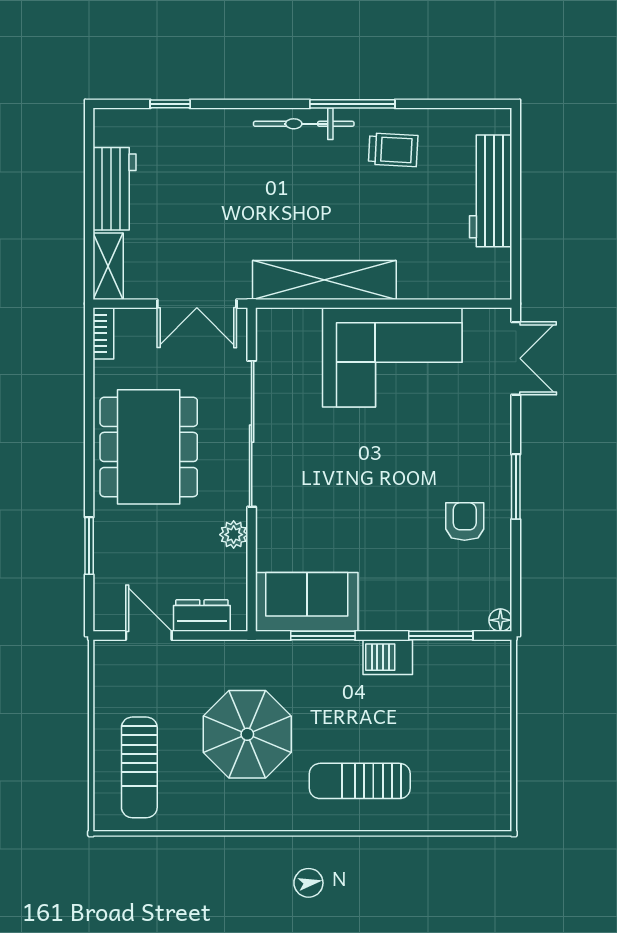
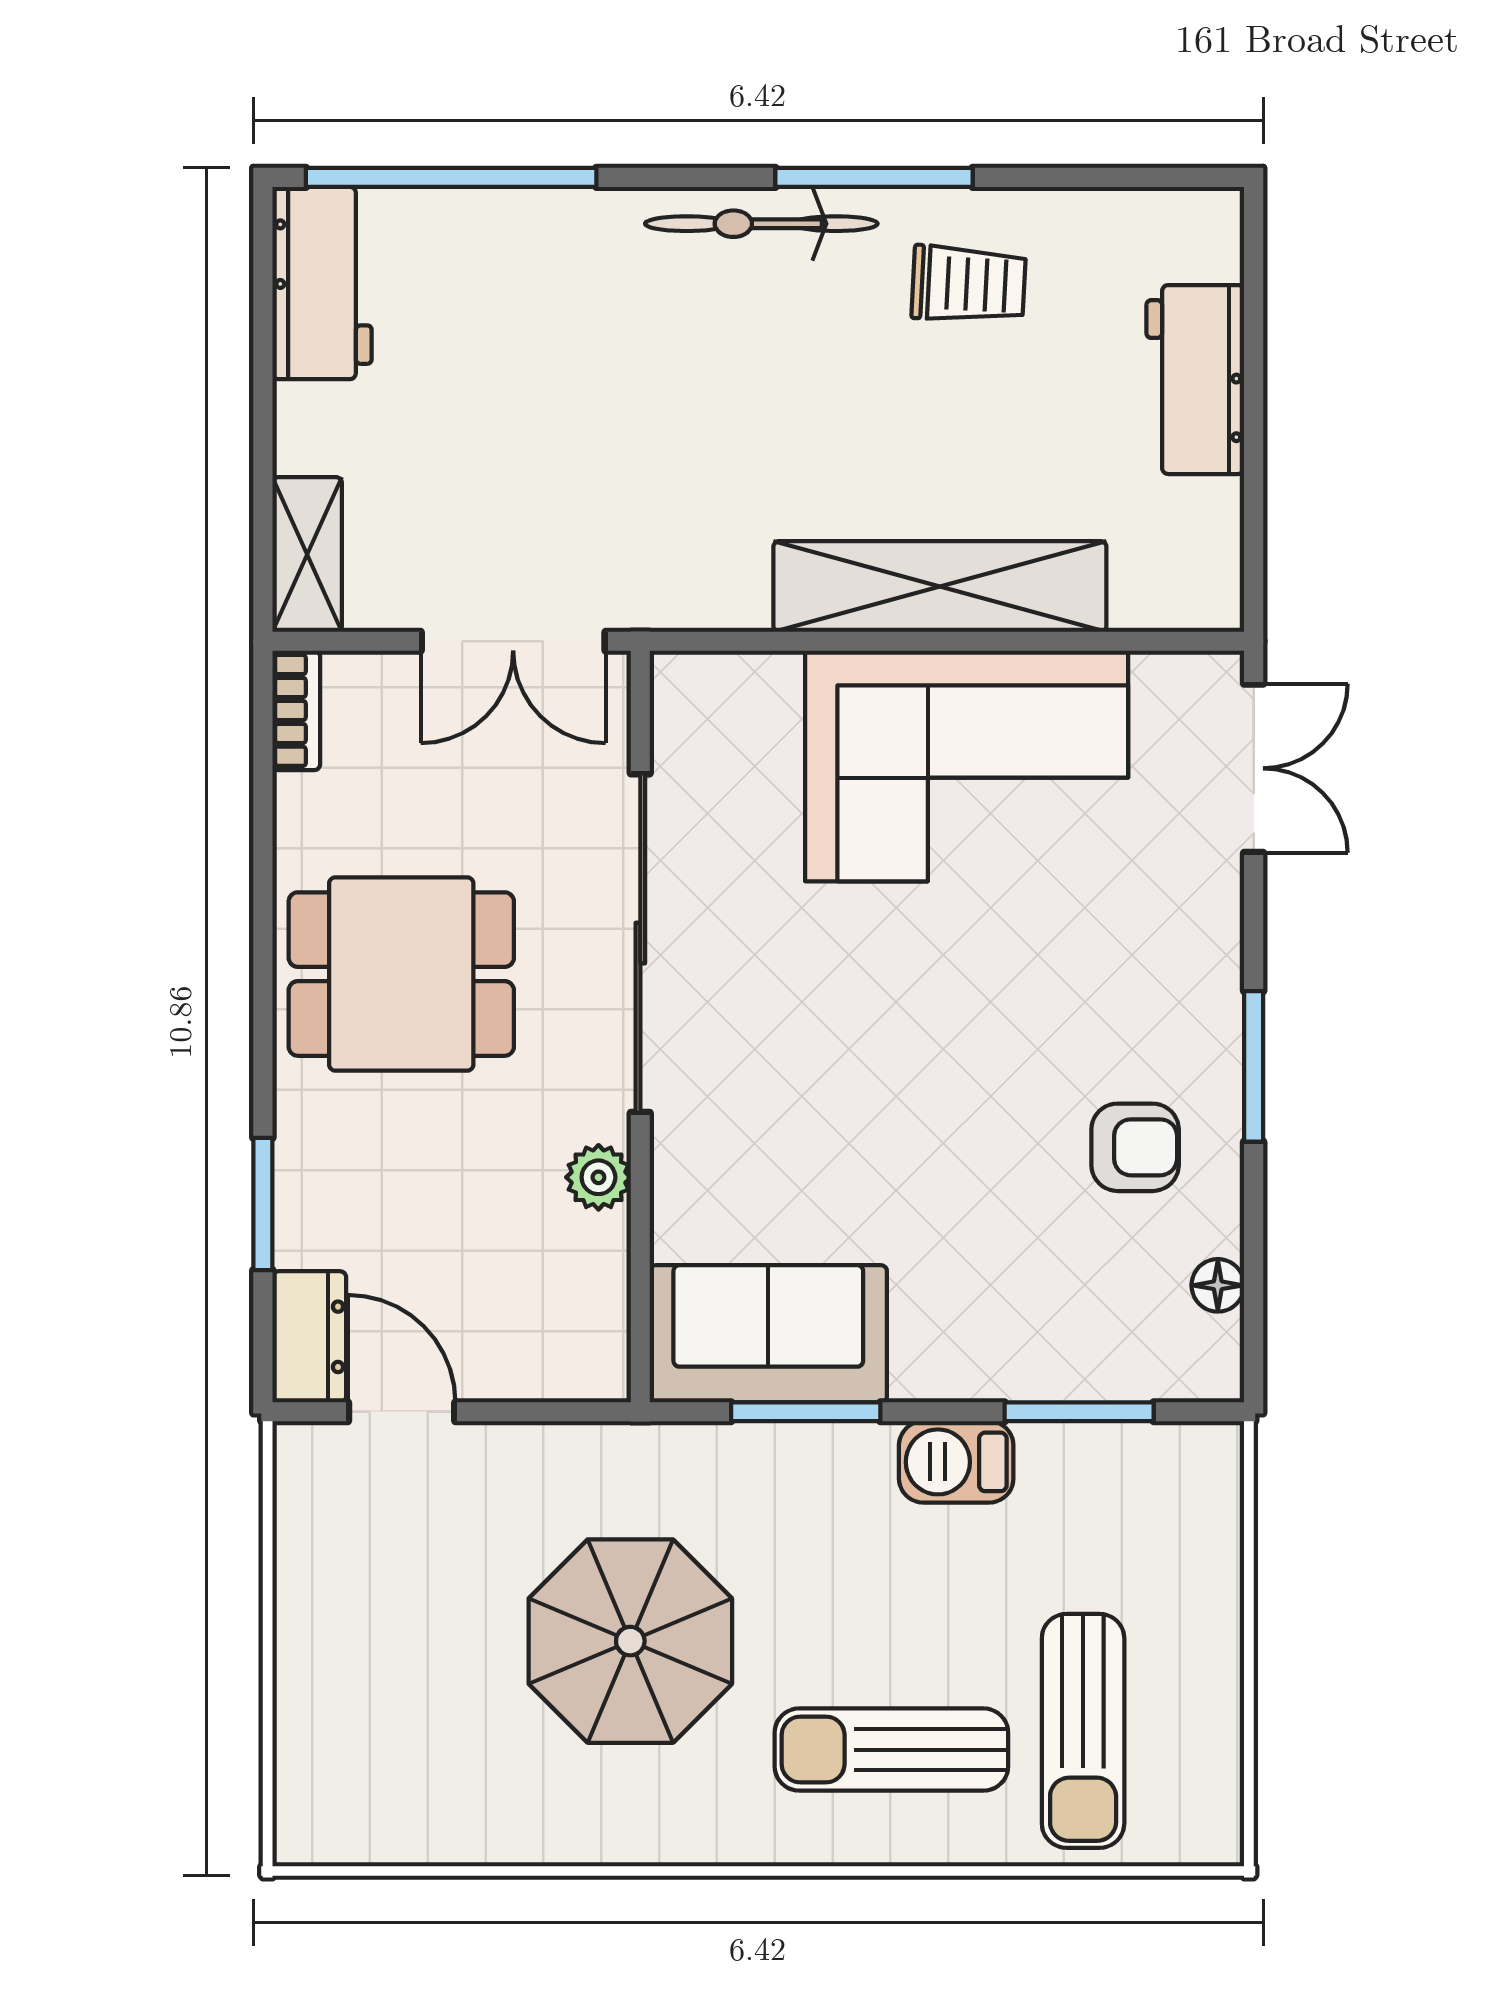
window: (170, 104) -> (451, 177), width x3.17
workbench: (115, 189) -> (322, 283), moved
workbench: (491, 191) -> (1195, 380), width x0.73
shelving: (324, 280) -> (940, 586), moved
dining table: (149, 447) -> (401, 974), width x0.73
armchair: (465, 522) -> (1135, 1147), turned 90
dresser: (202, 616) -> (309, 1337), moved, turned 90
floor lamp: (500, 620) -> (1218, 1285), moved
sun lounger: (139, 767) -> (1083, 1731), moved

